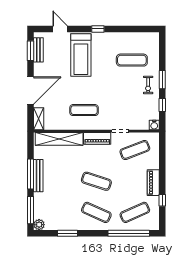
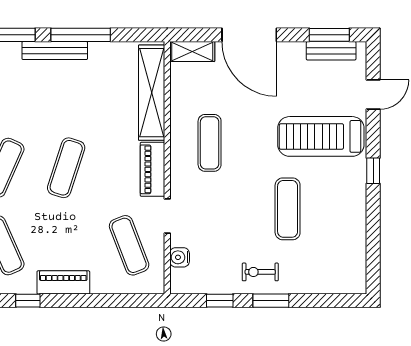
exercise mat: (132, 60) -> (288, 209), moved
water cooler: (154, 125) -> (180, 257), moved
bench: (38, 176) -> (55, 51), moved

